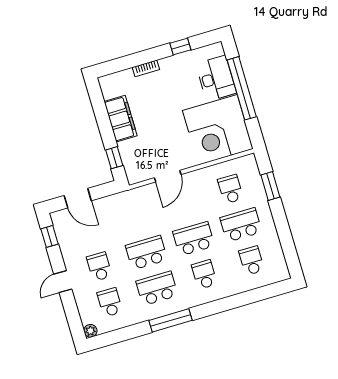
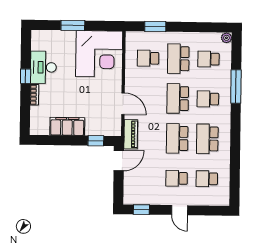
window: (180, 47) -> (26, 76), moved
desk: (216, 78) -> (43, 67), moved, turned -90
window: (242, 88) -> (73, 25), width x0.47
piano: (135, 196) -> (131, 134), added
door: (78, 198) -> (119, 161), moved
window: (171, 320) -> (236, 86), moved
plant: (90, 331) -> (226, 38), moved

